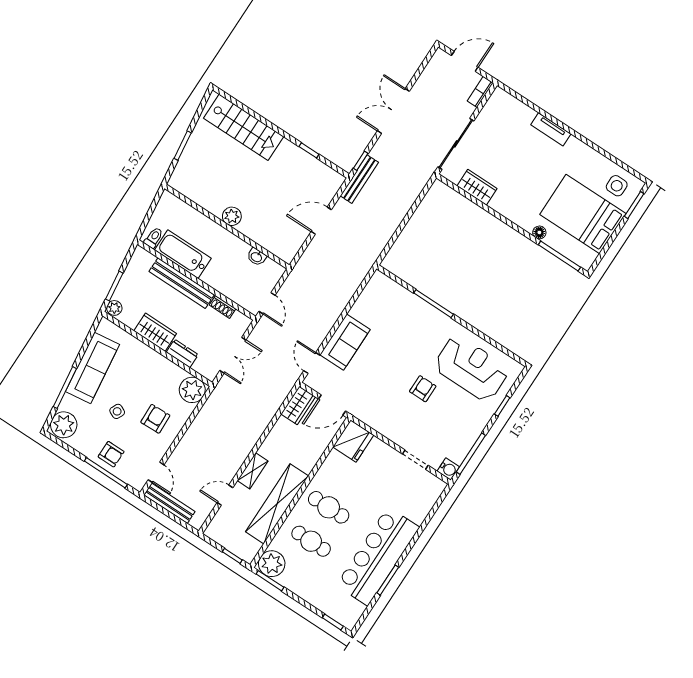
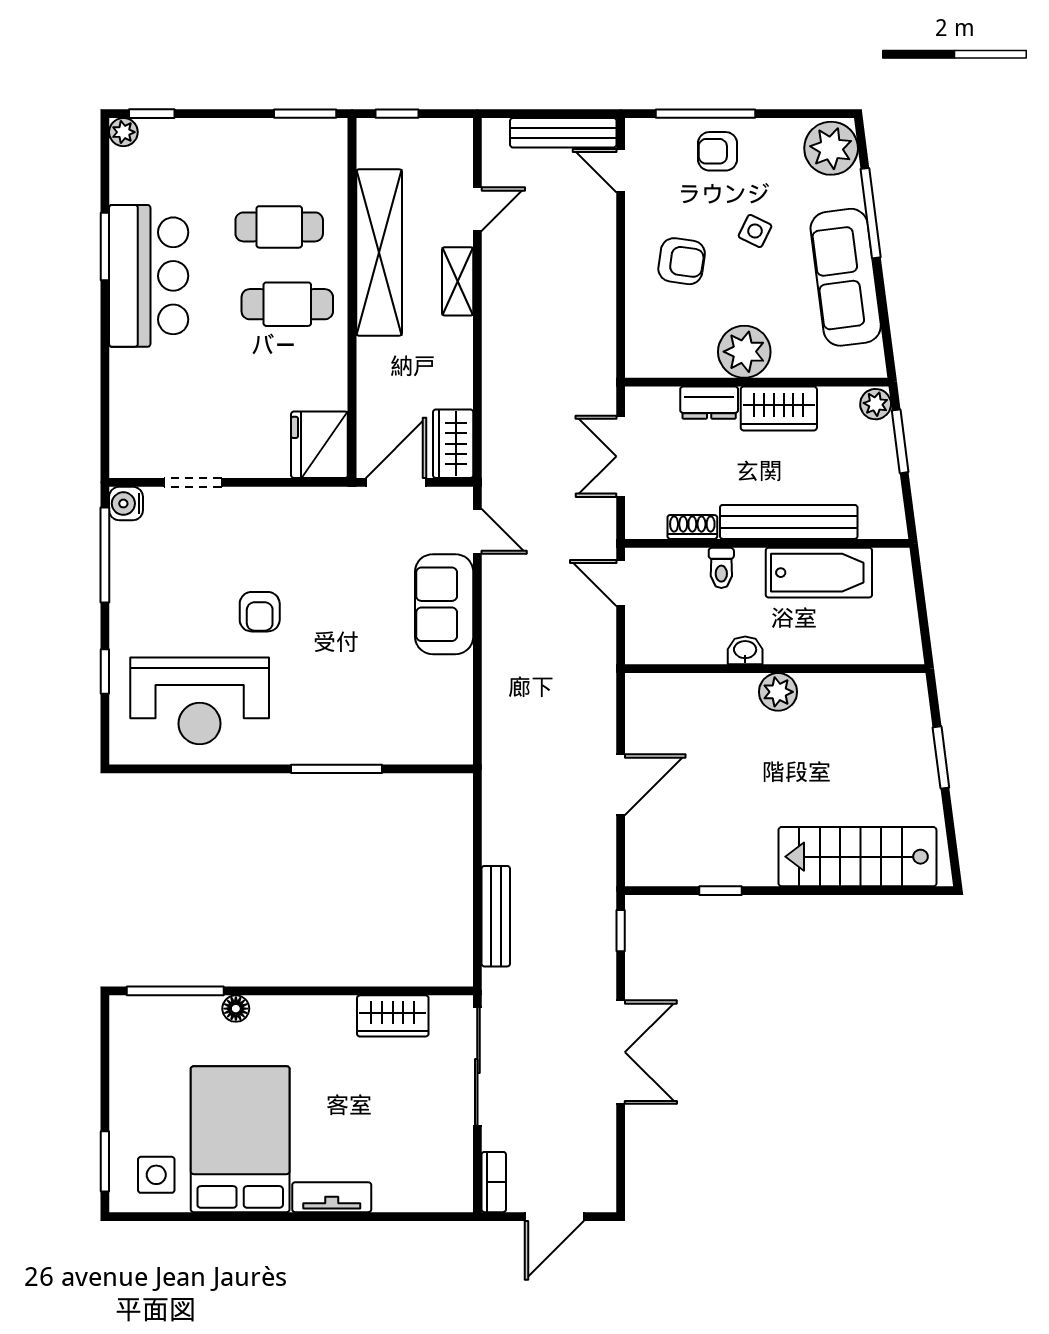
bench: (359, 179) -> (496, 916), moved
bed: (583, 214) -> (240, 1139), moved, turned -90
toilet: (154, 238) -> (721, 568), moved
washbasin: (257, 257) -> (745, 650), moved
plant: (192, 390) -> (744, 352), moved
armchair: (155, 419) -> (682, 261), turned -80
bar counter: (378, 556) -> (149, 276), width x0.73
plant: (272, 564) -> (123, 132), moved, width x0.53, depth x0.53

